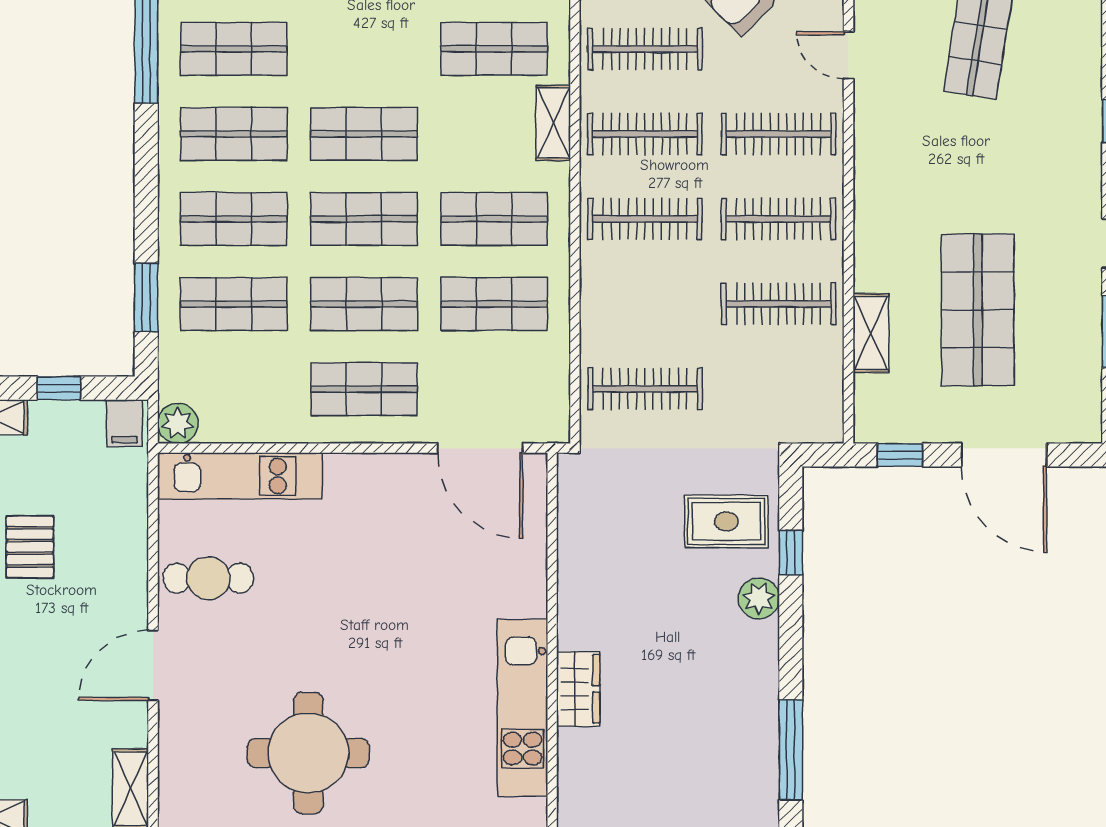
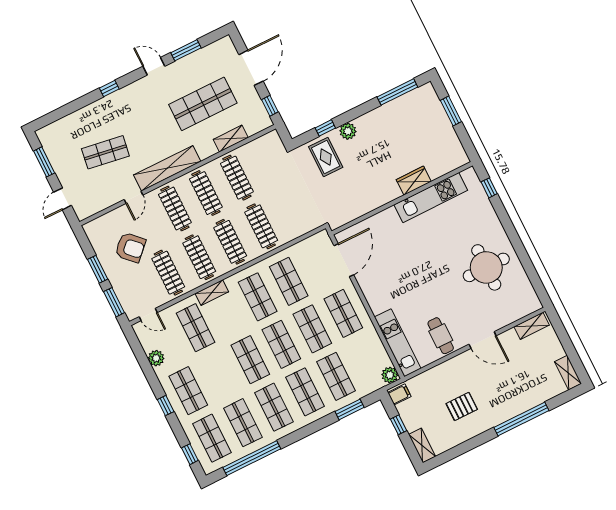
shelving: (875, 161) -> (167, 168), added
clothes rail: (645, 389) -> (261, 226), moved

